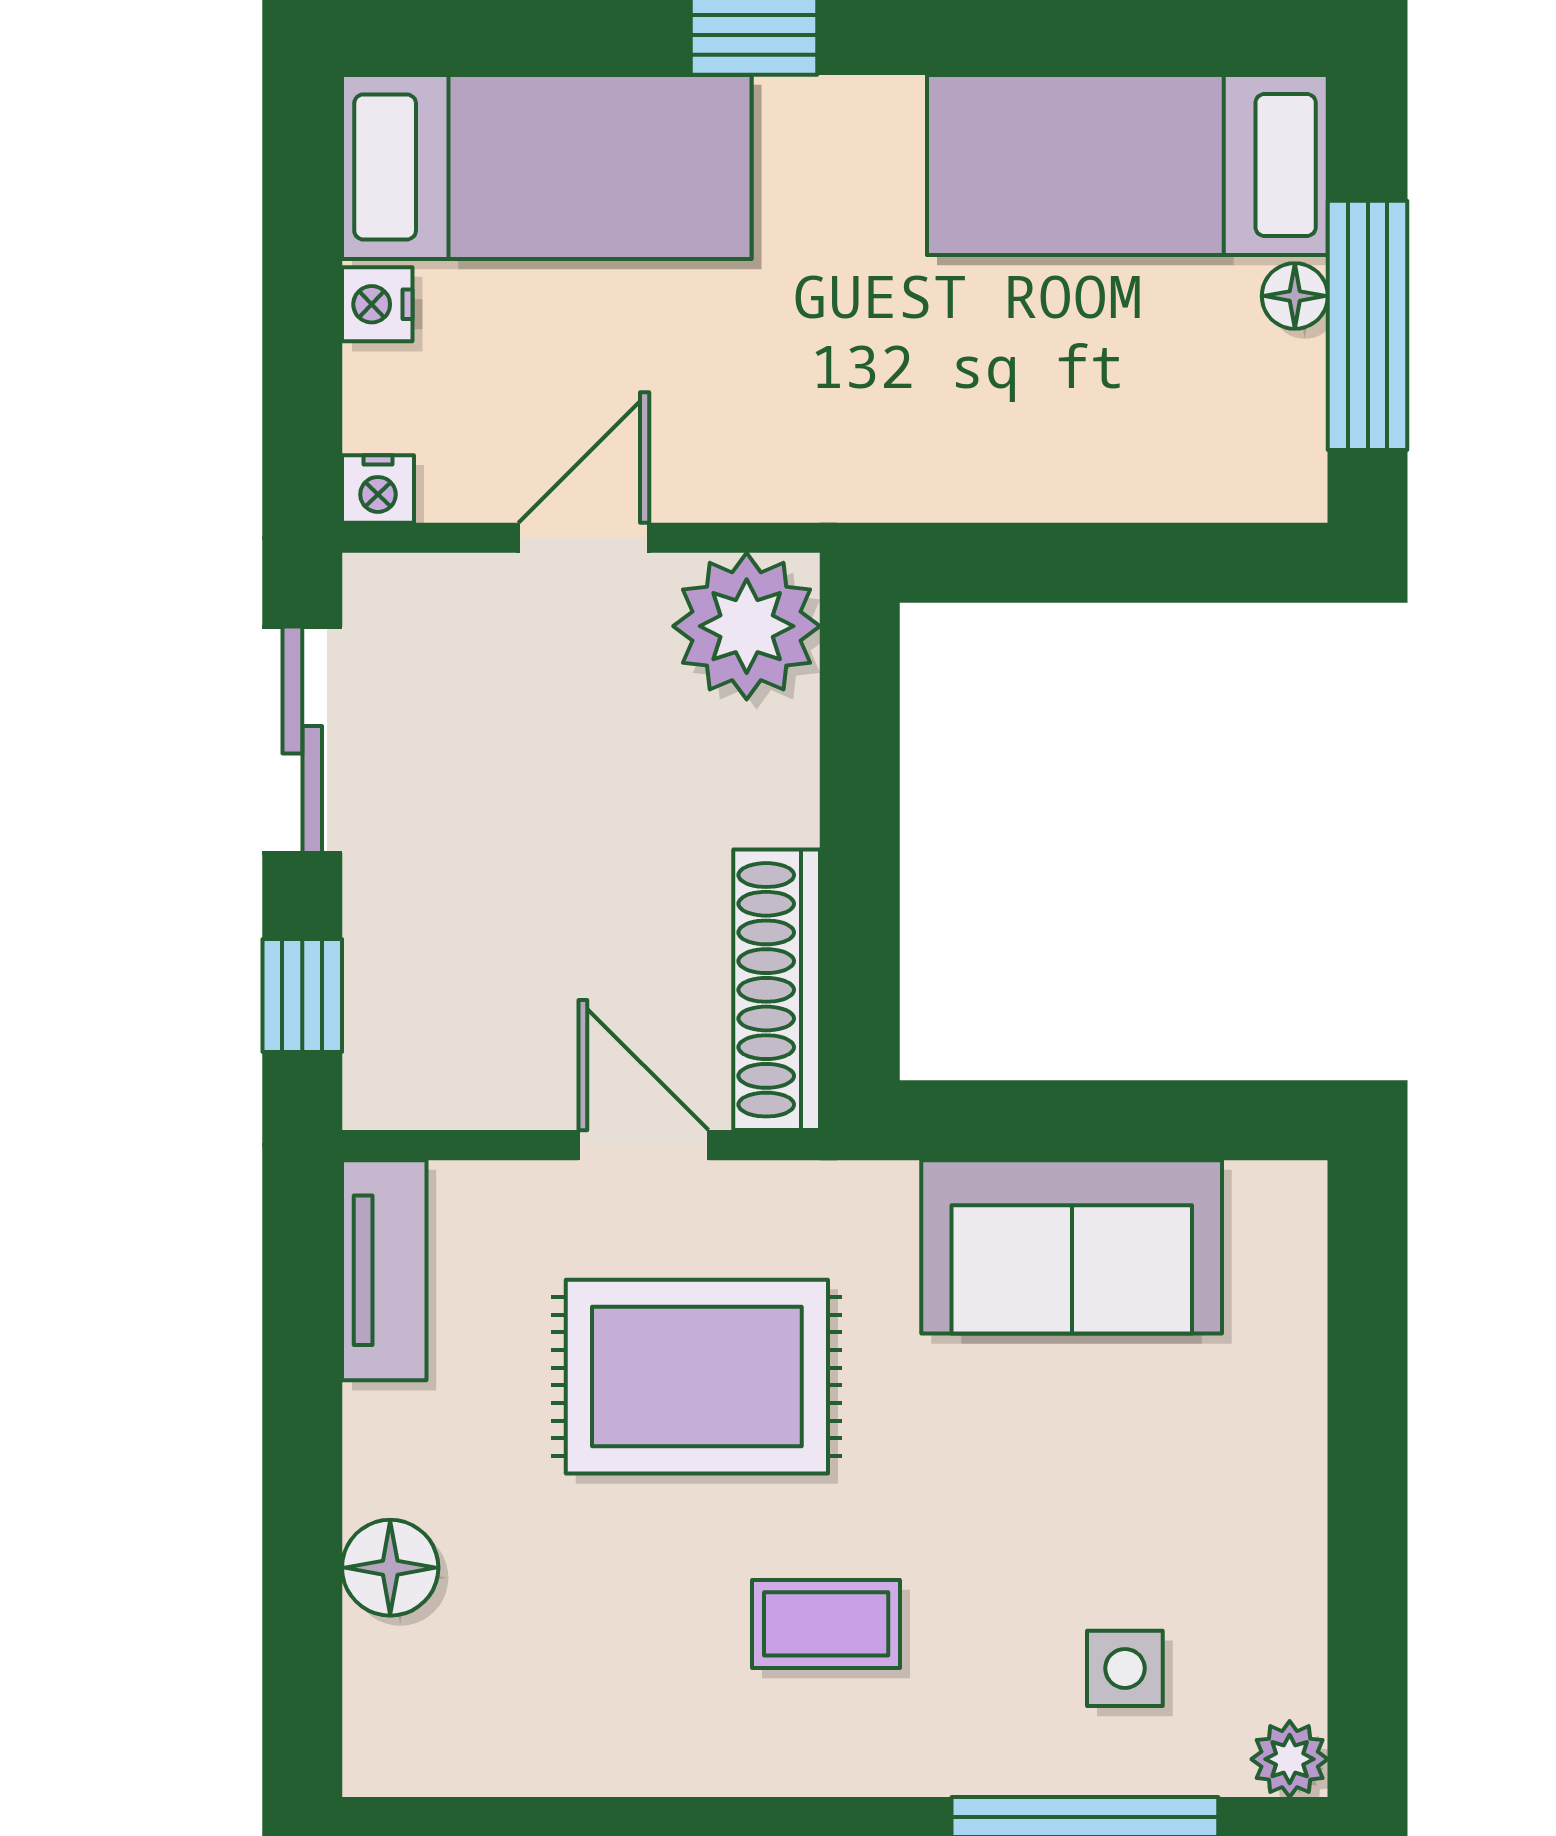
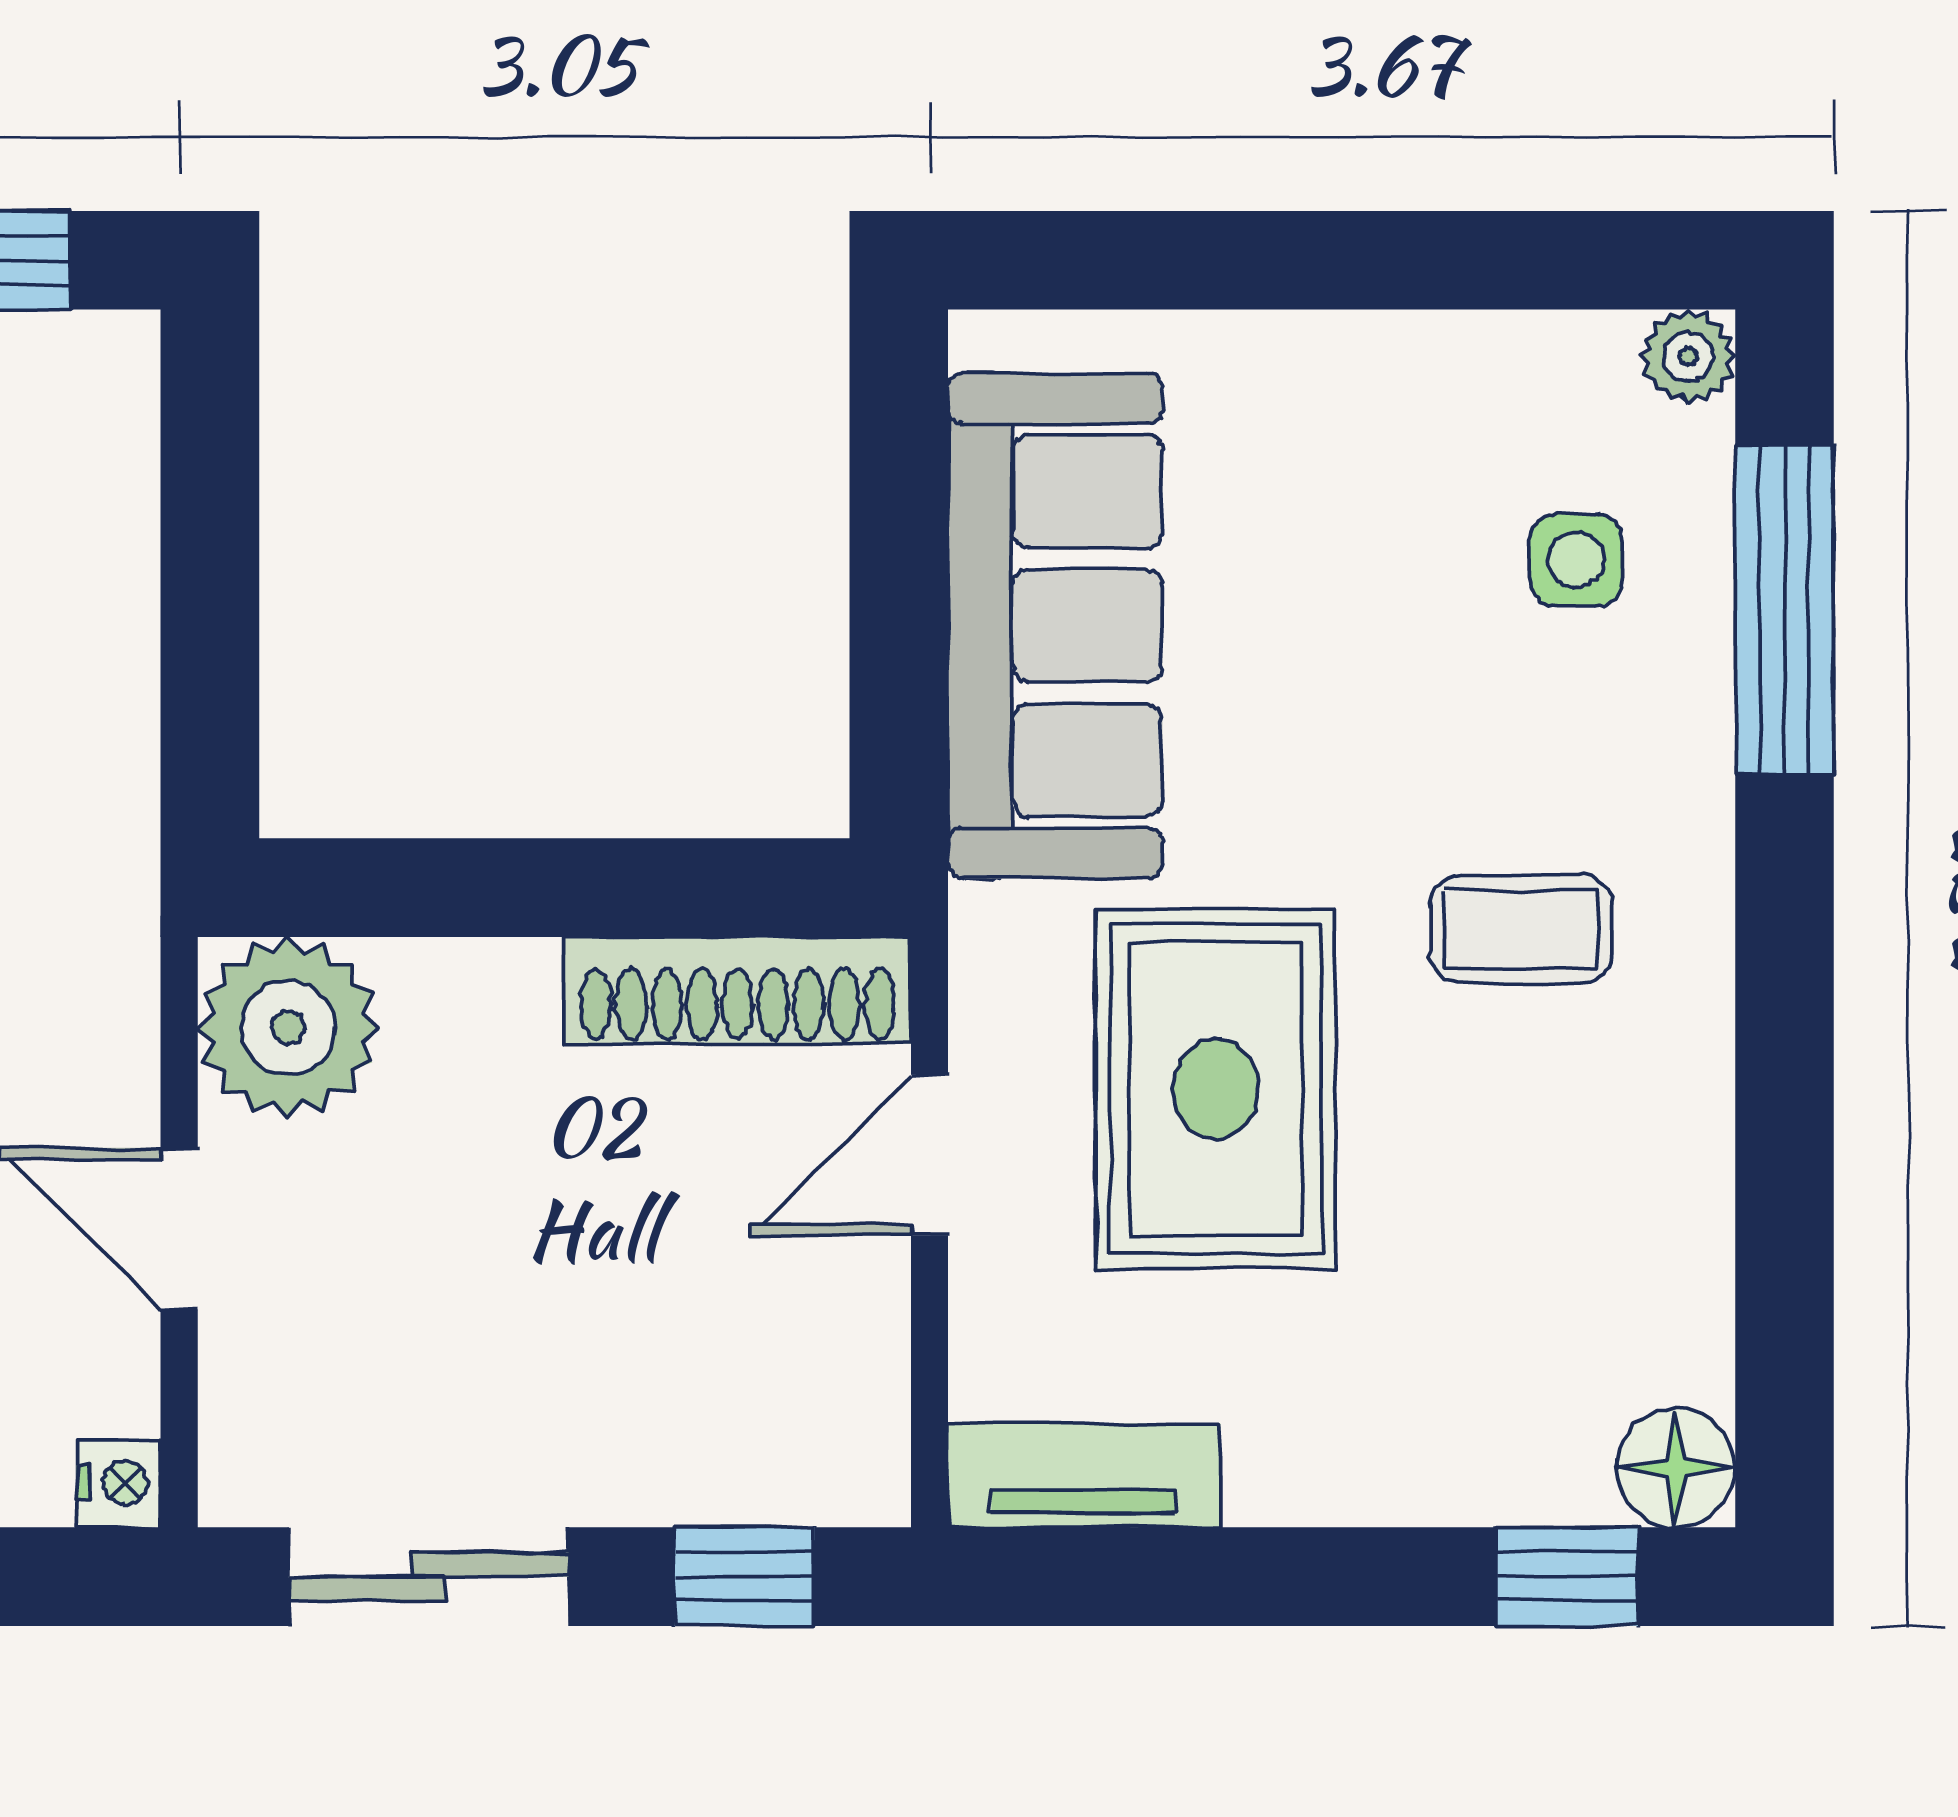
sofa: (1072, 1247) -> (1055, 626), width x1.36
floor lamp: (390, 1568) -> (1676, 1468), moved
coffee table: (826, 1624) -> (1521, 929), turned 90
window: (302, 1661) -> (1567, 1577), added

